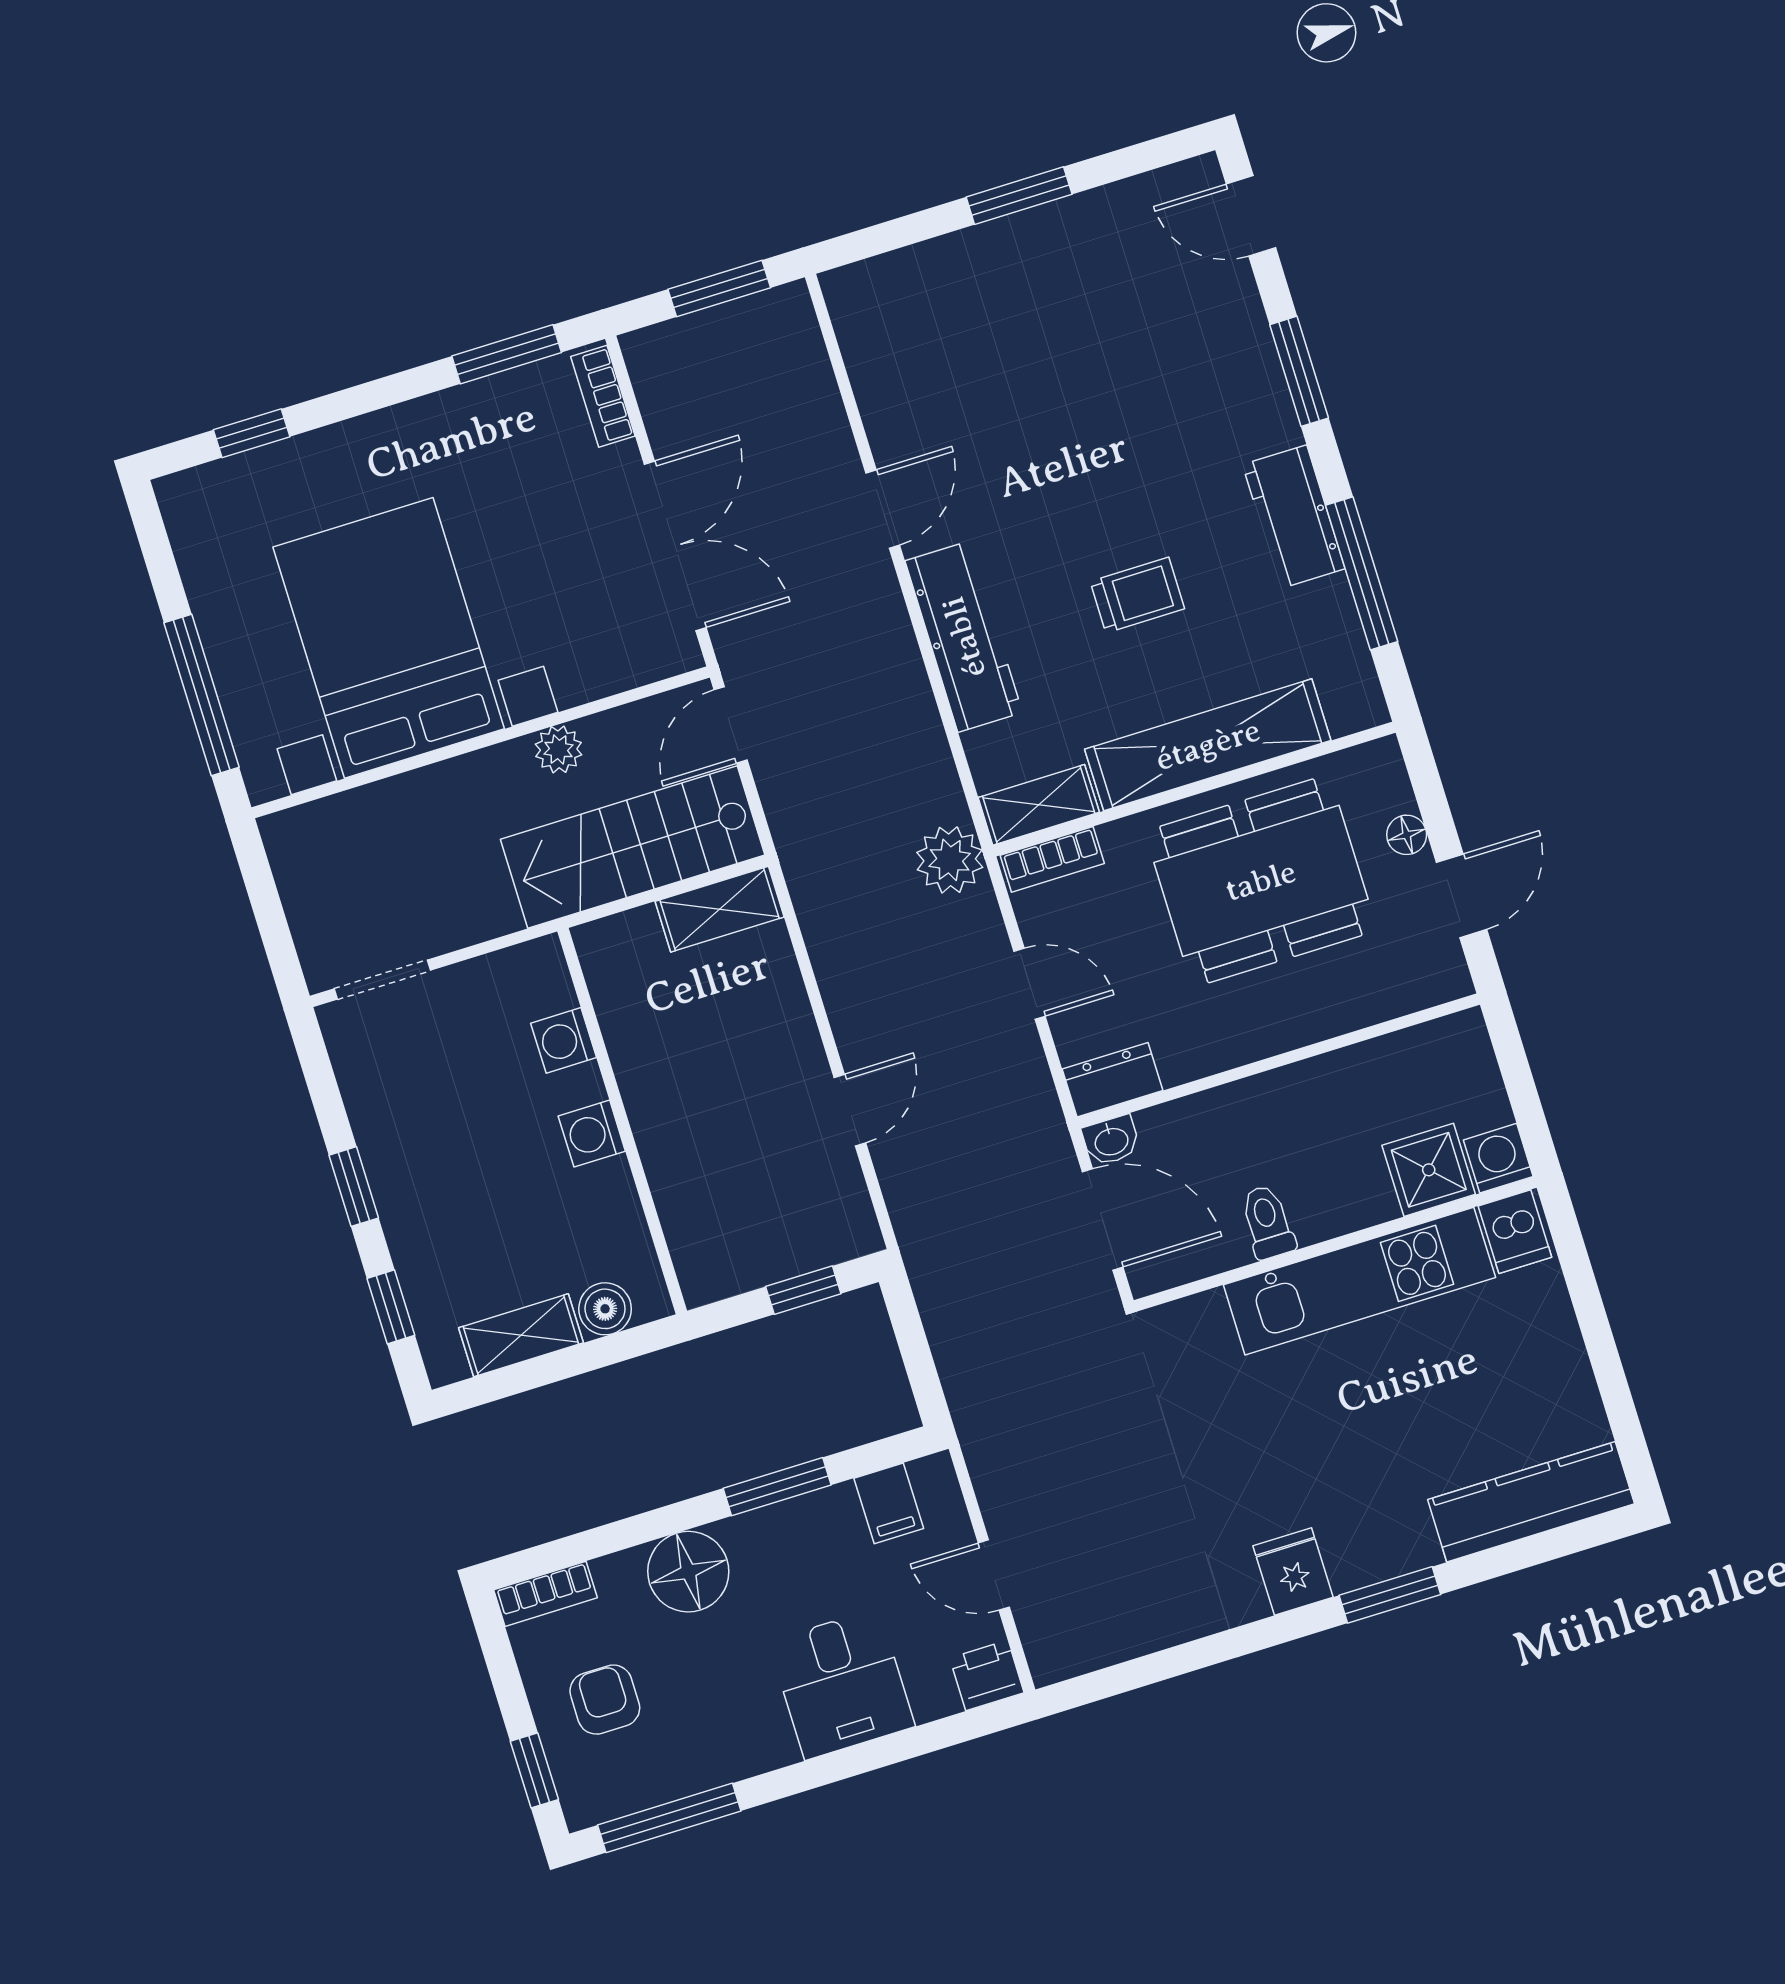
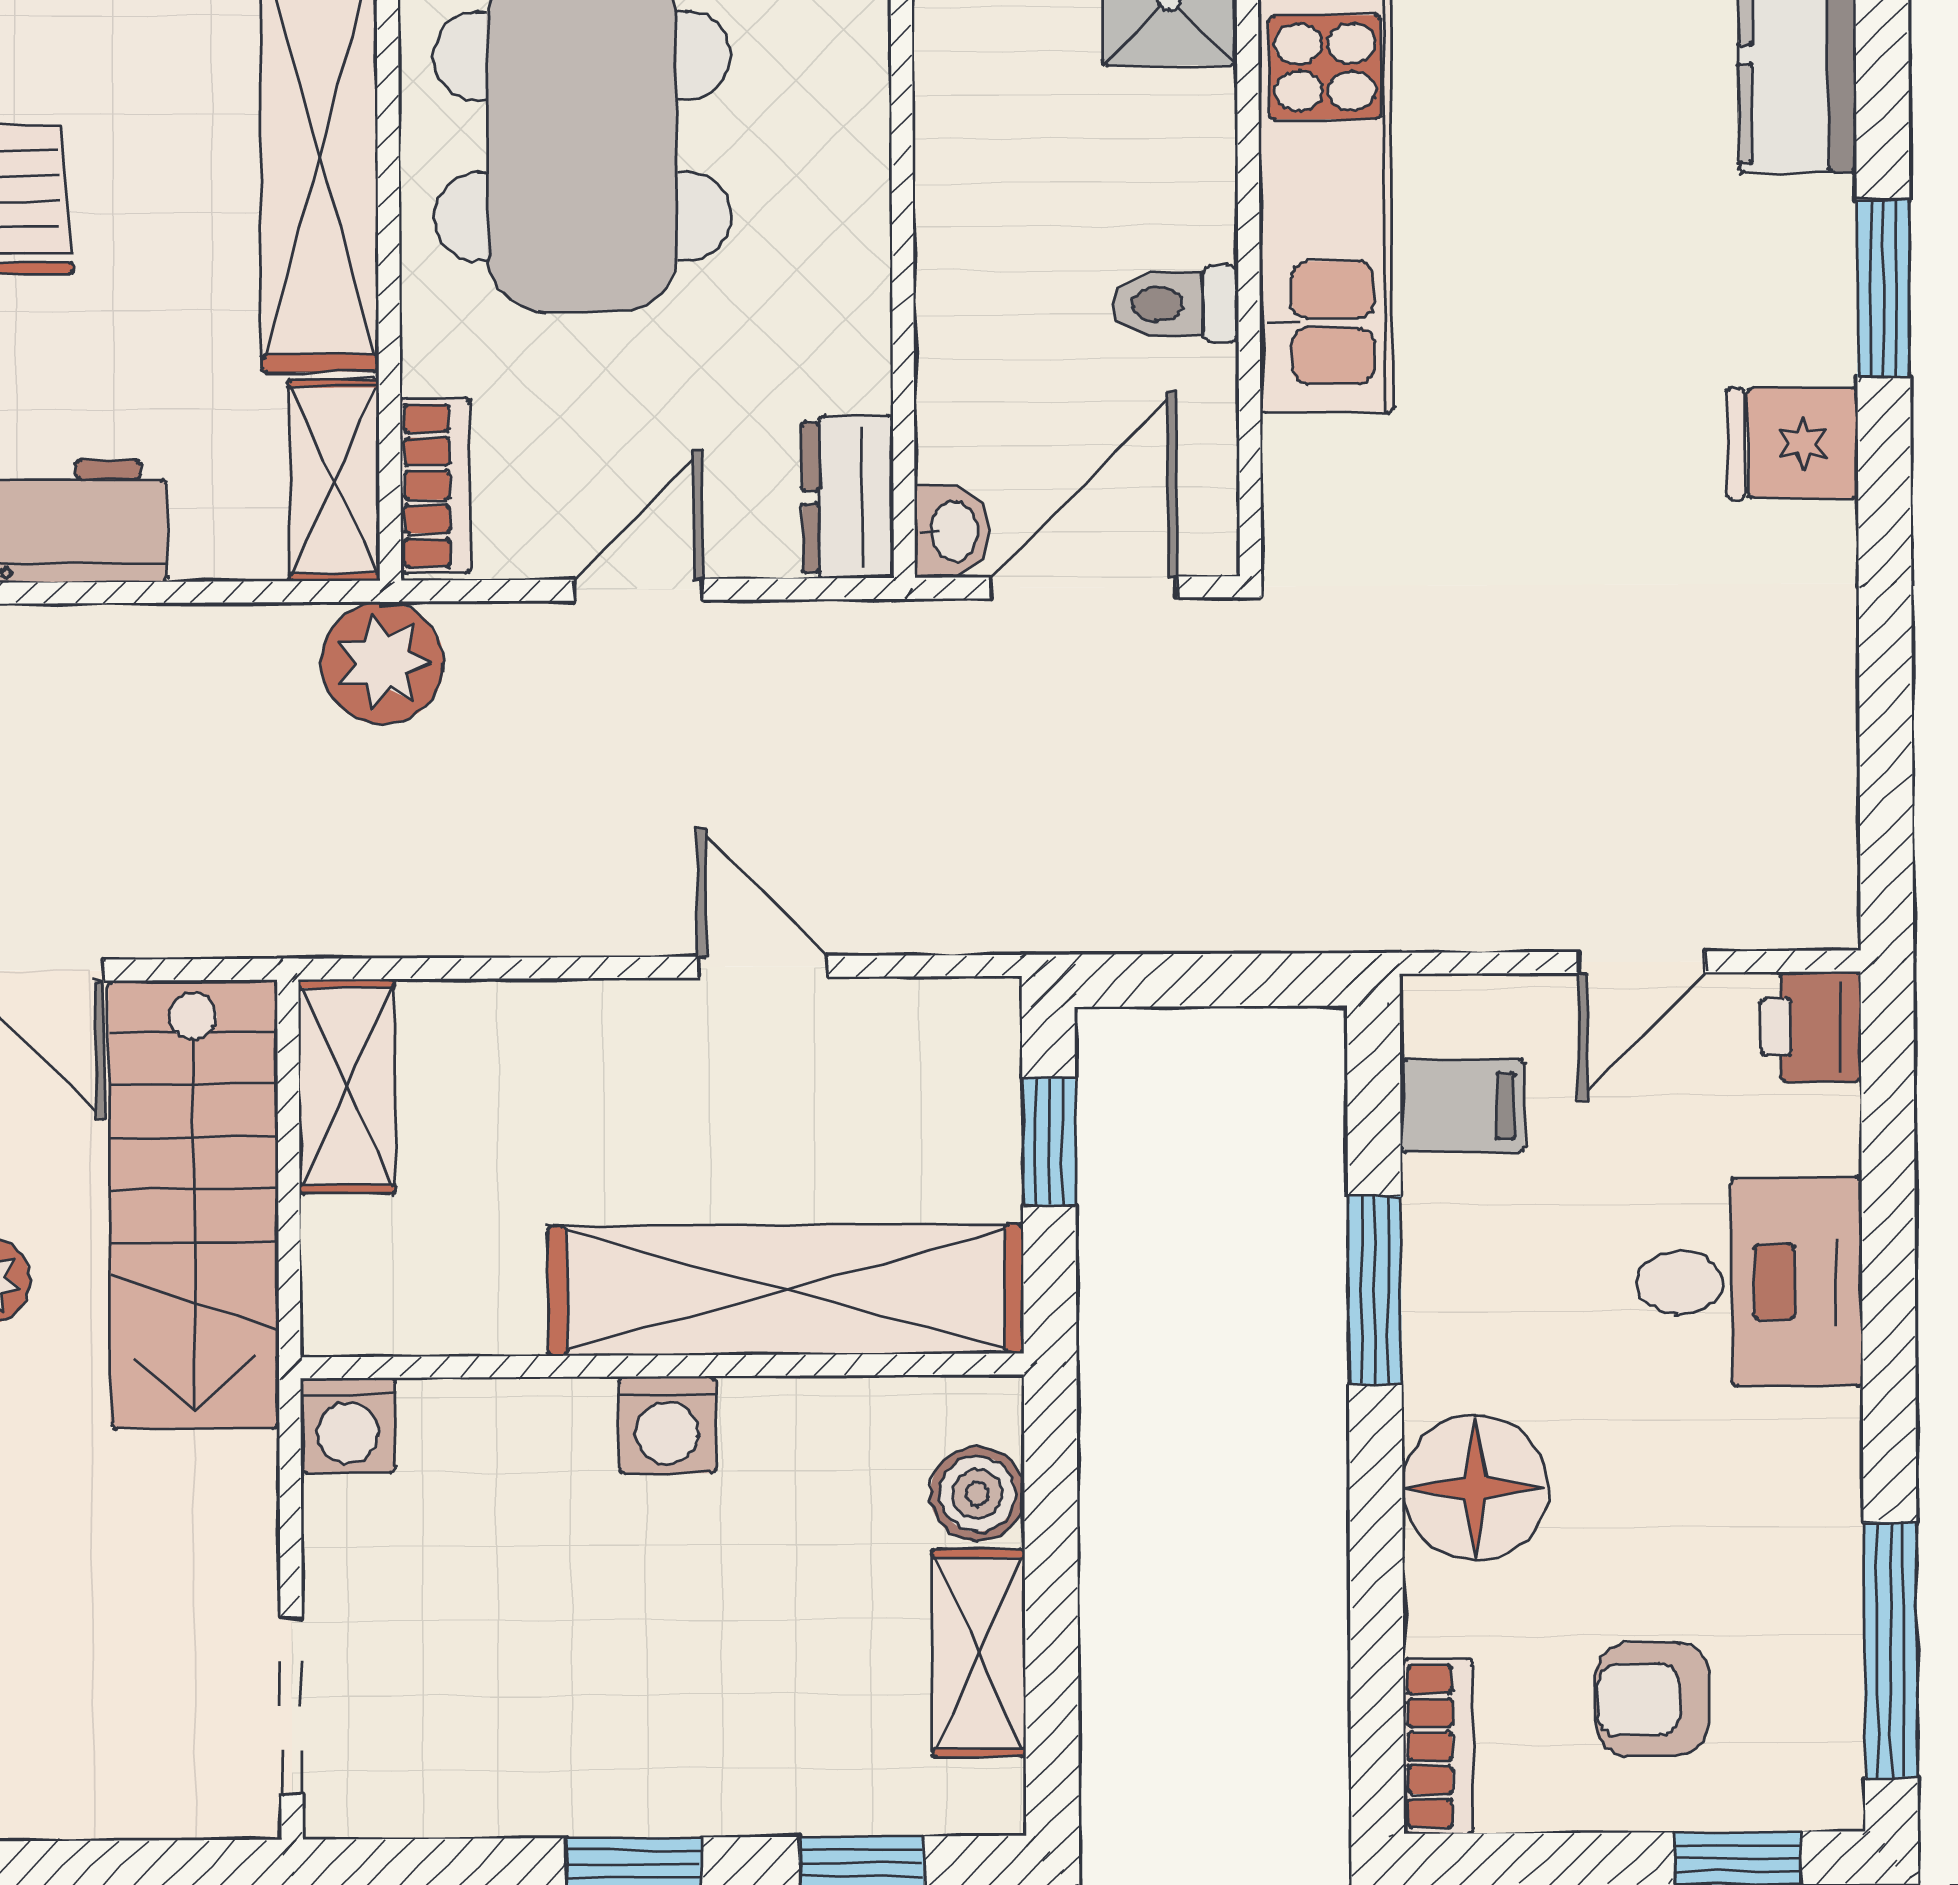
washing machine: (564, 1040) -> (348, 1425), moved
shelving: (682, 1174) -> (786, 1290), added

